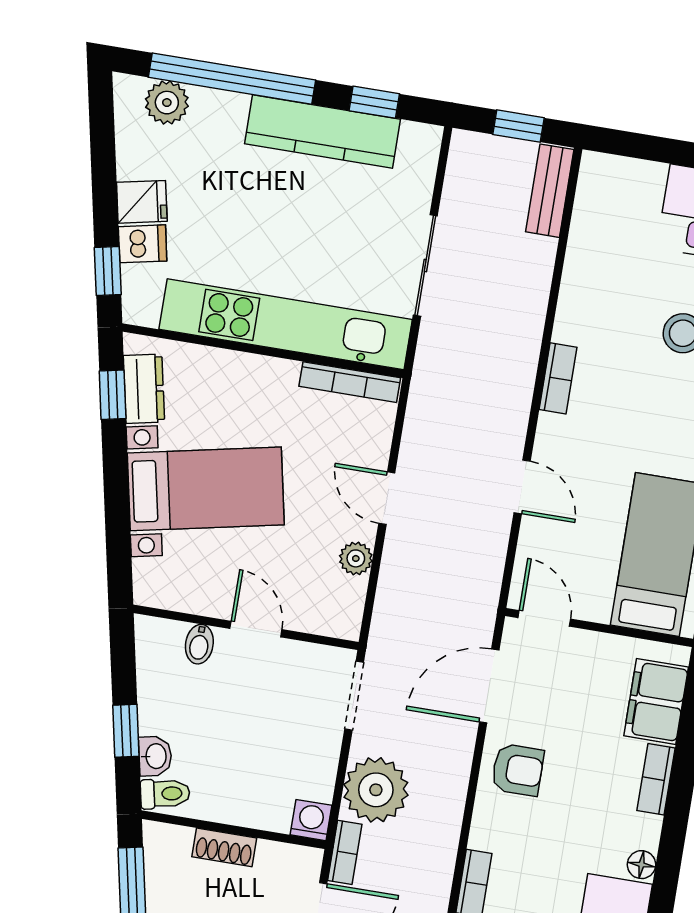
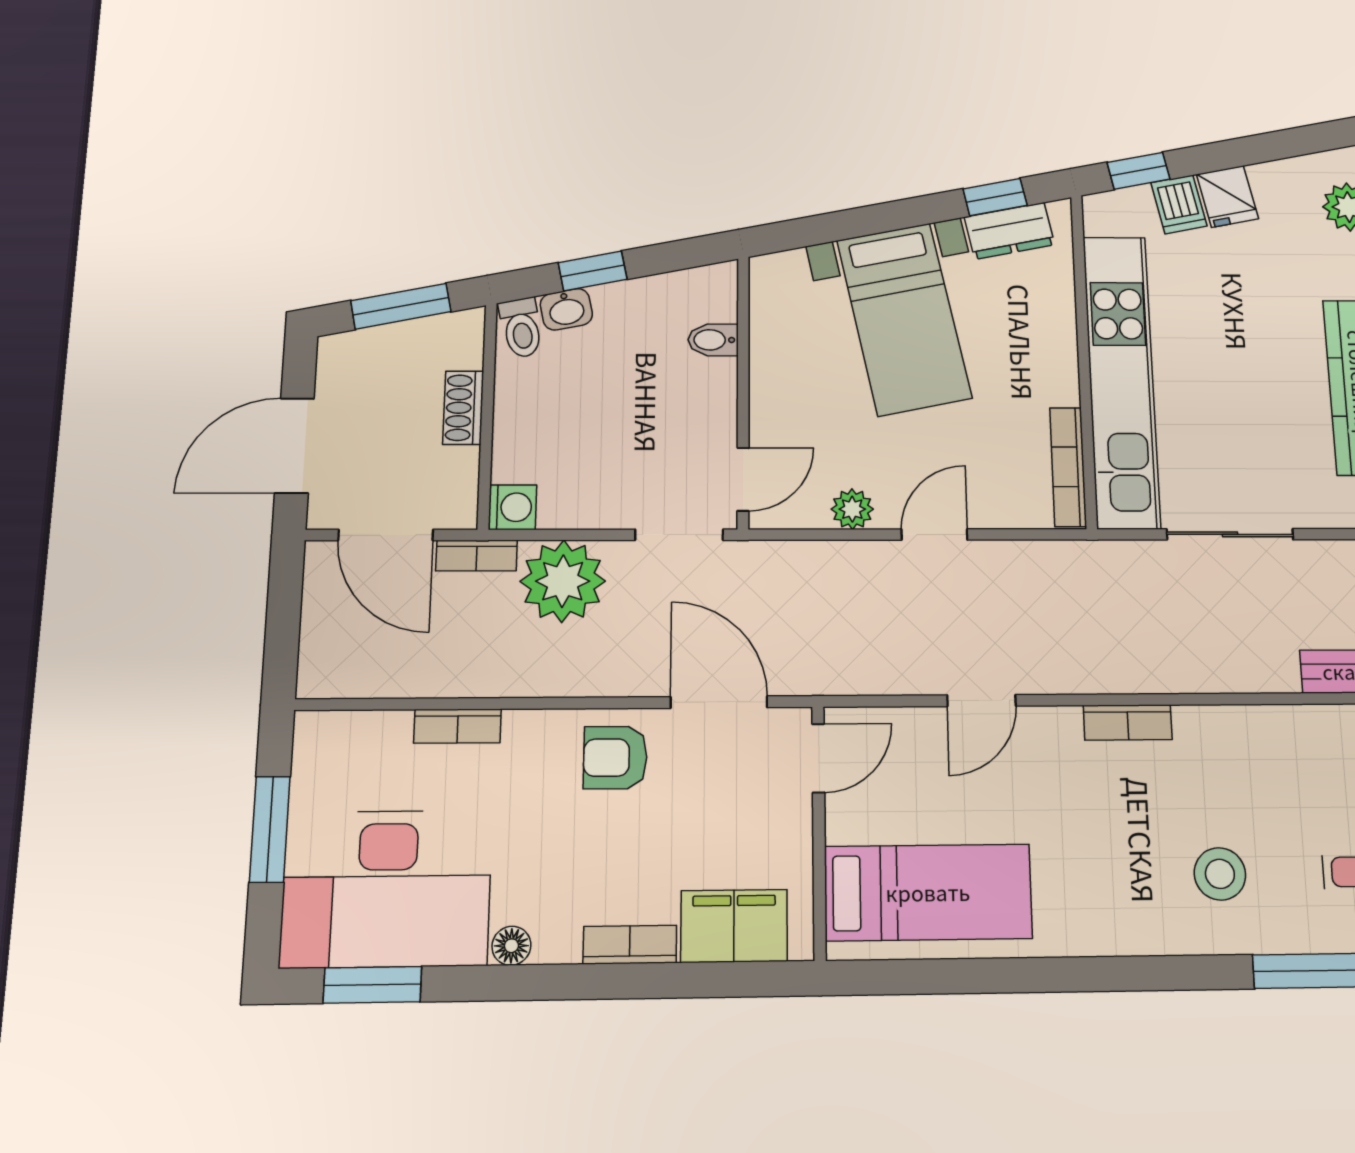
door: (256, 629) -> (743, 479), moved
armchair: (518, 770) -> (615, 758), turned 90

